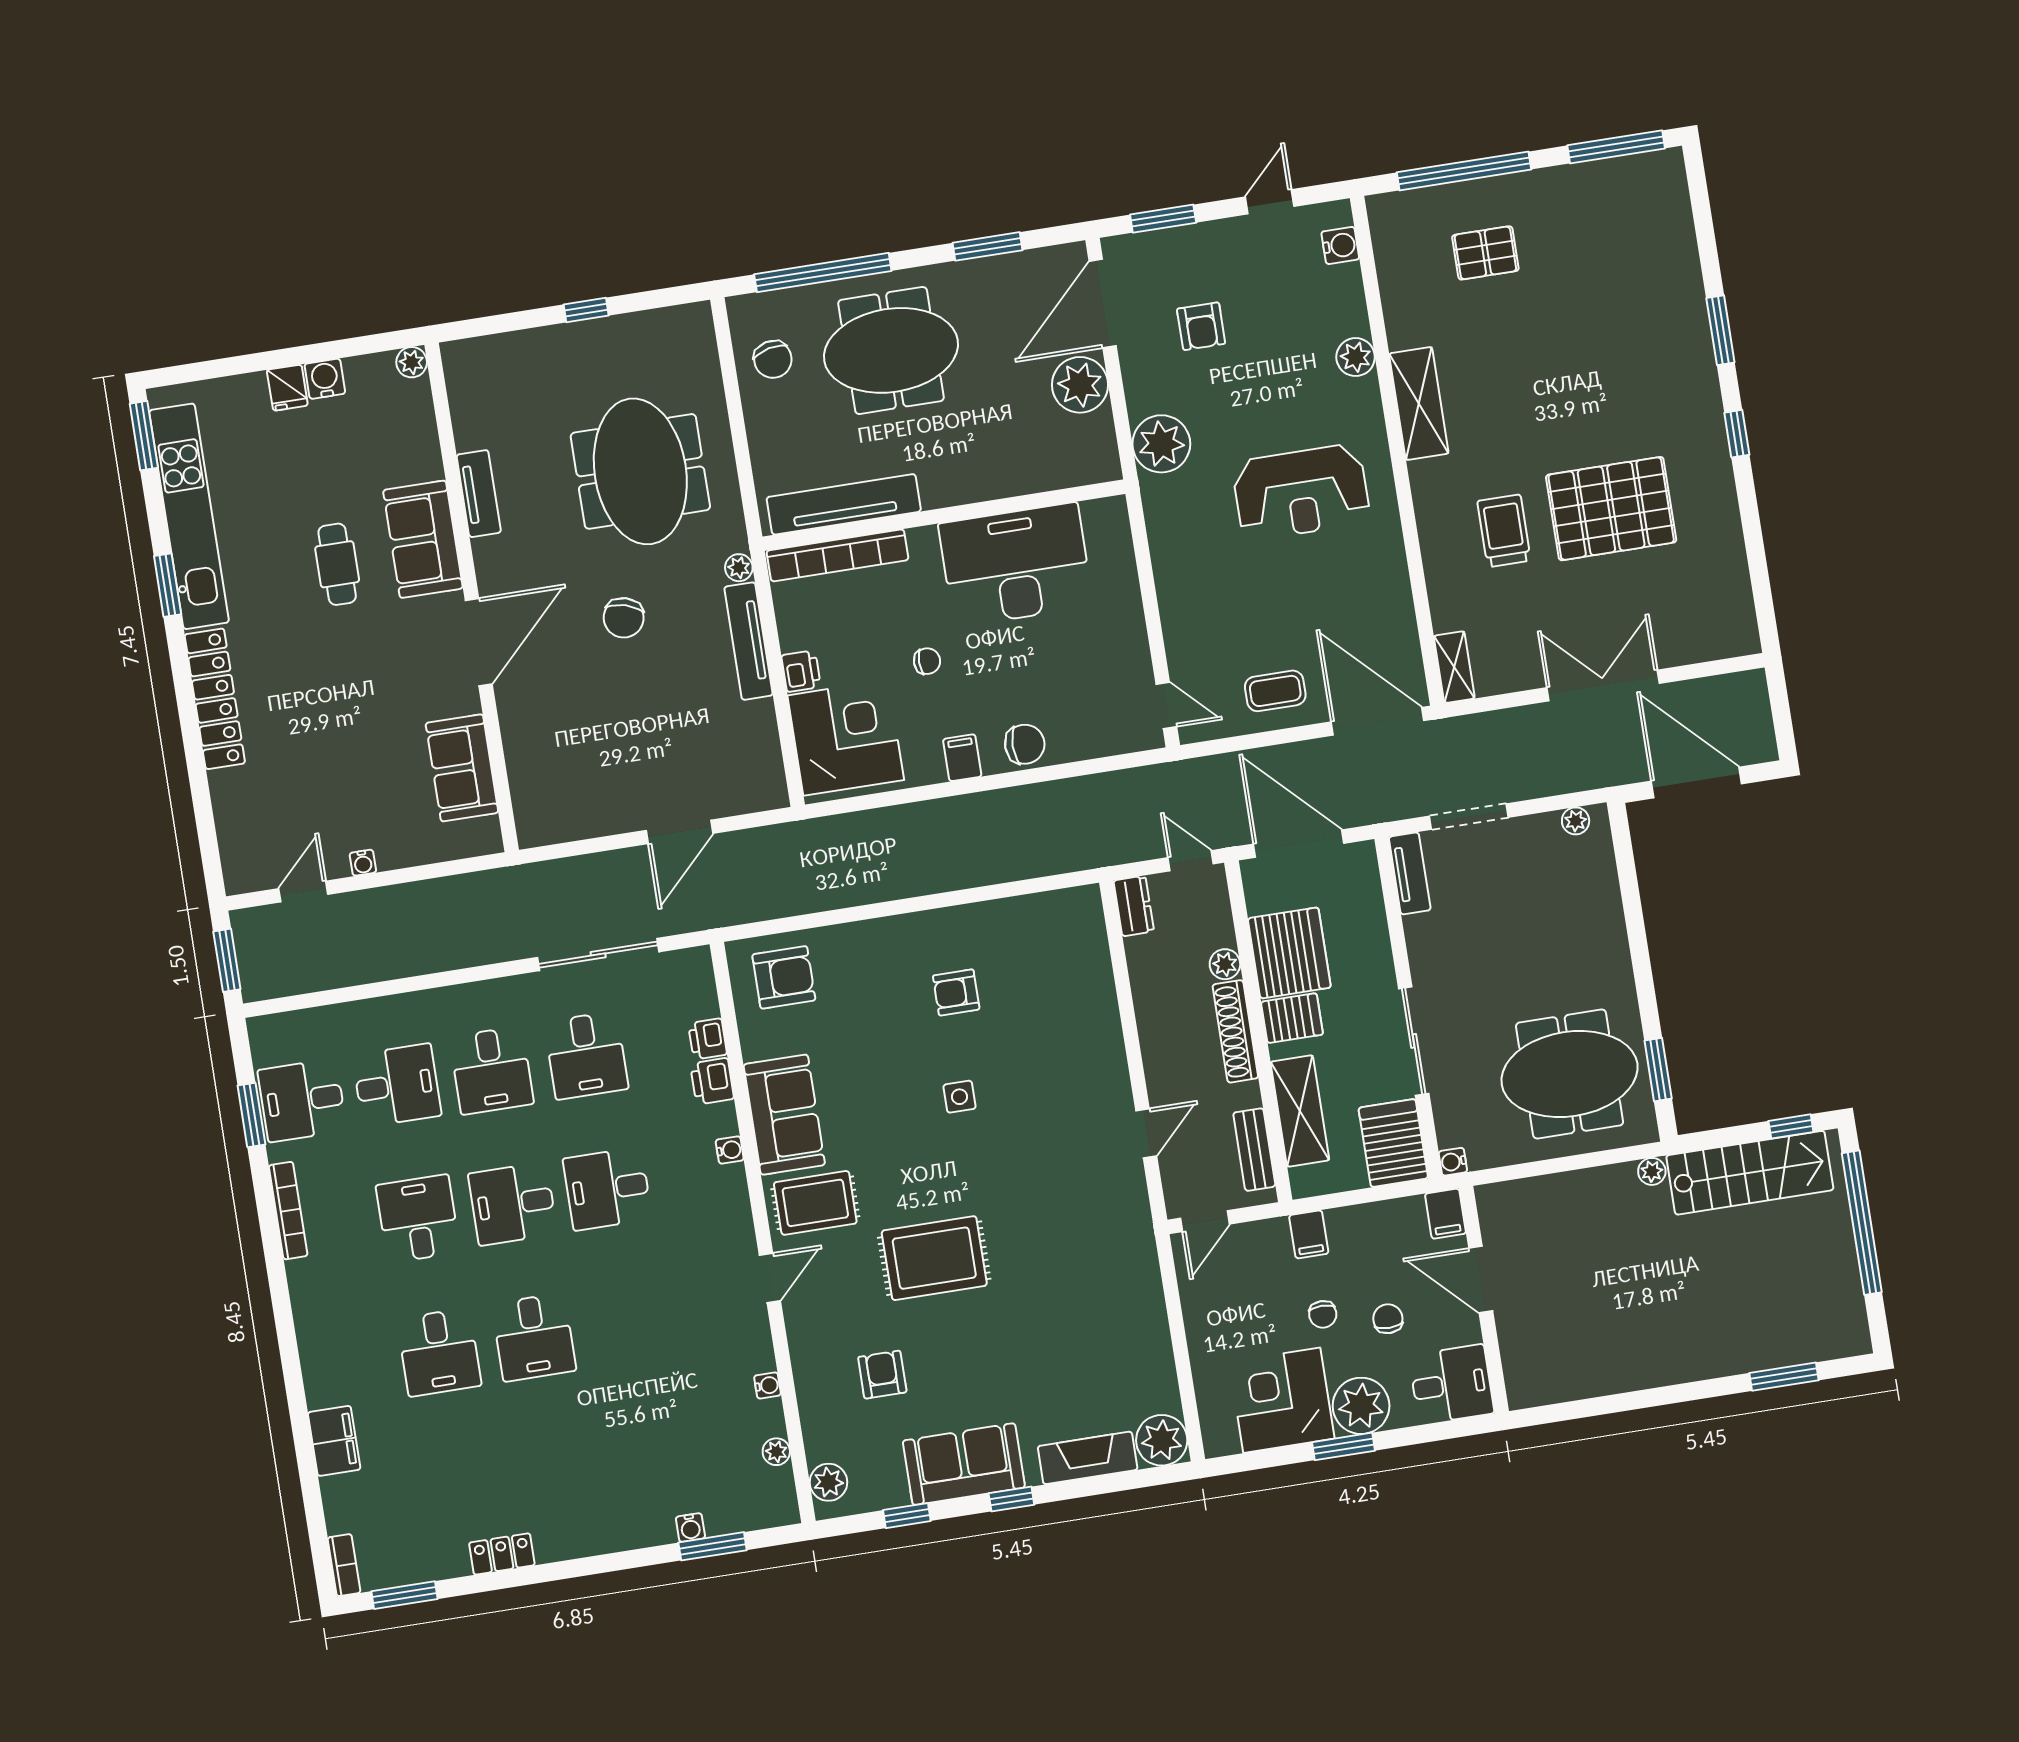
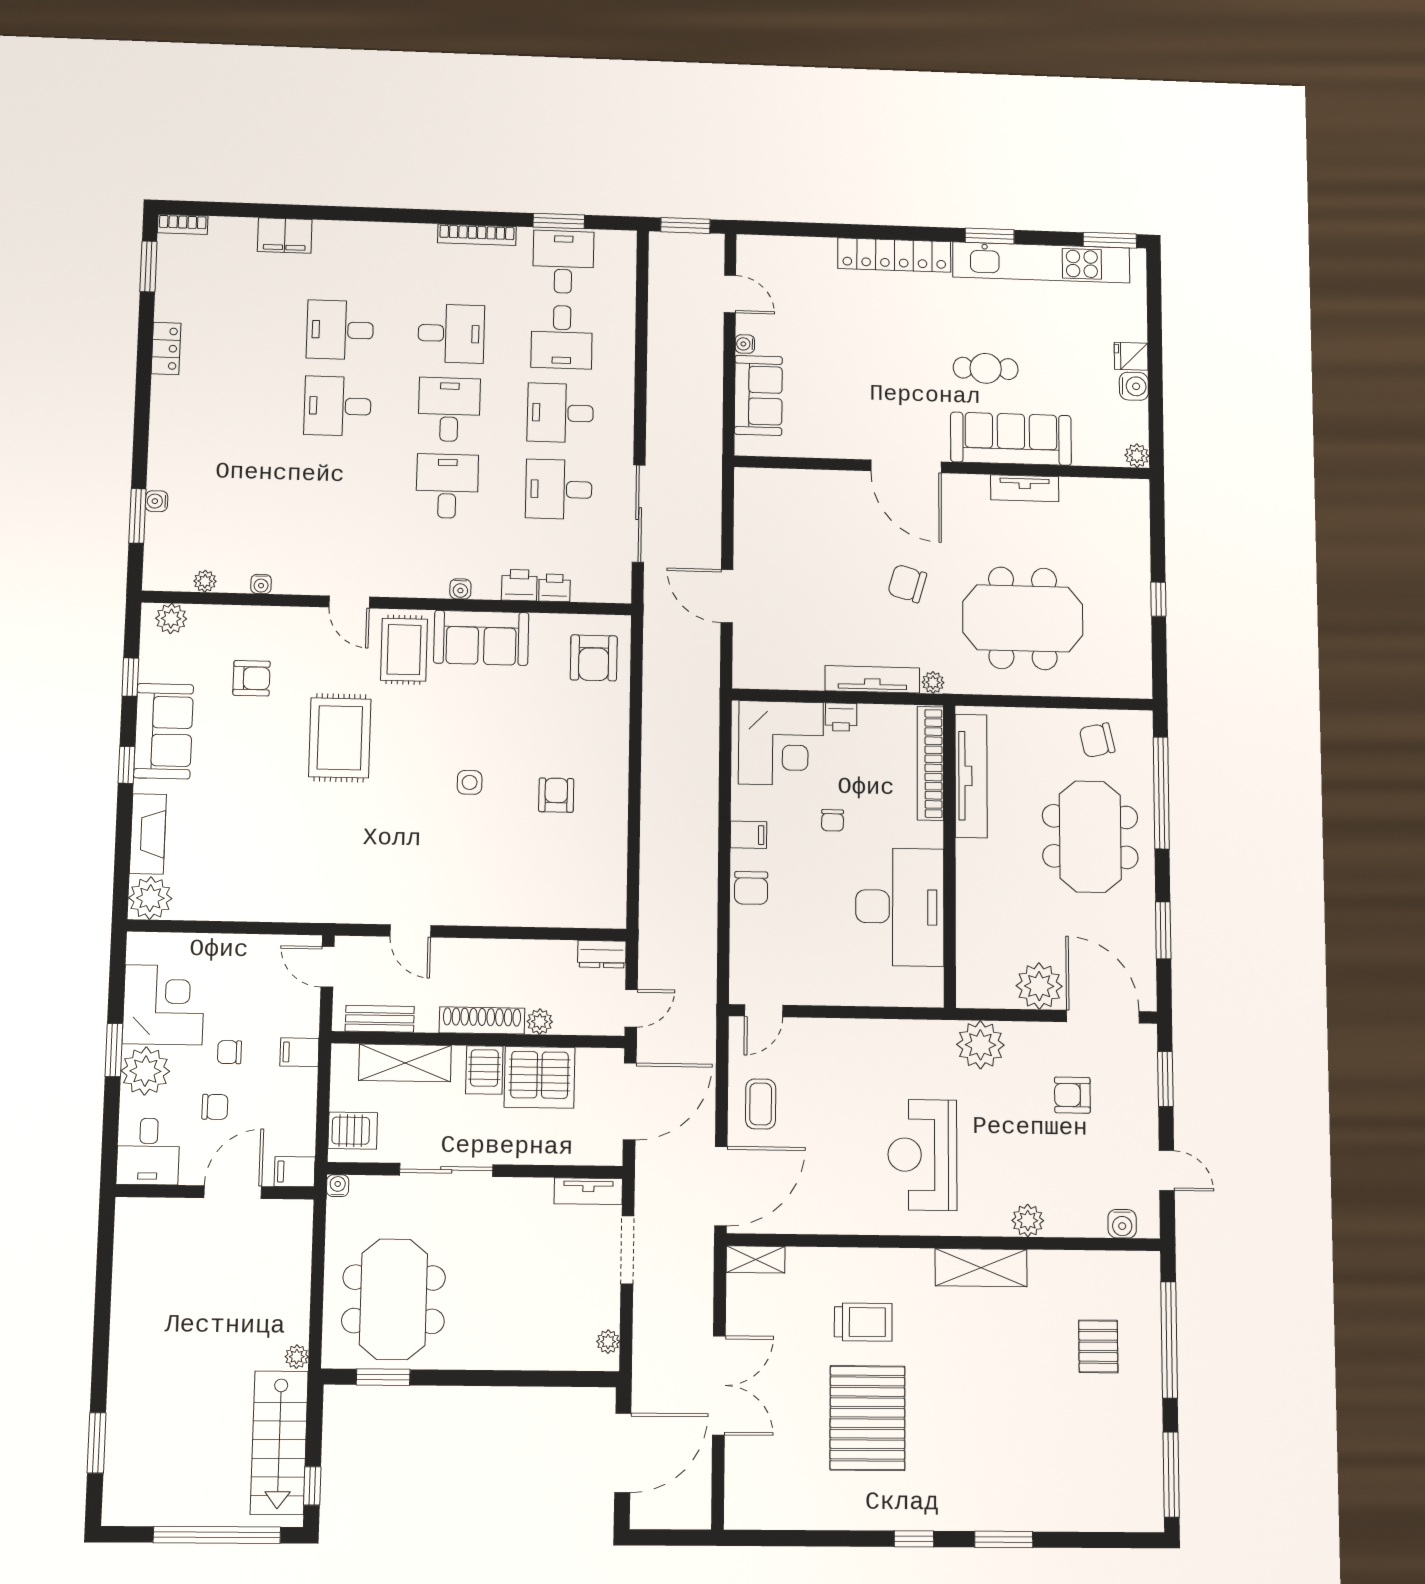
sofa: (423, 539) -> (1011, 439), width x1.36
sofa: (462, 768) -> (758, 395), moved, turned 90
server rack: (1393, 1143) -> (353, 1131), width x0.73, depth x0.70

